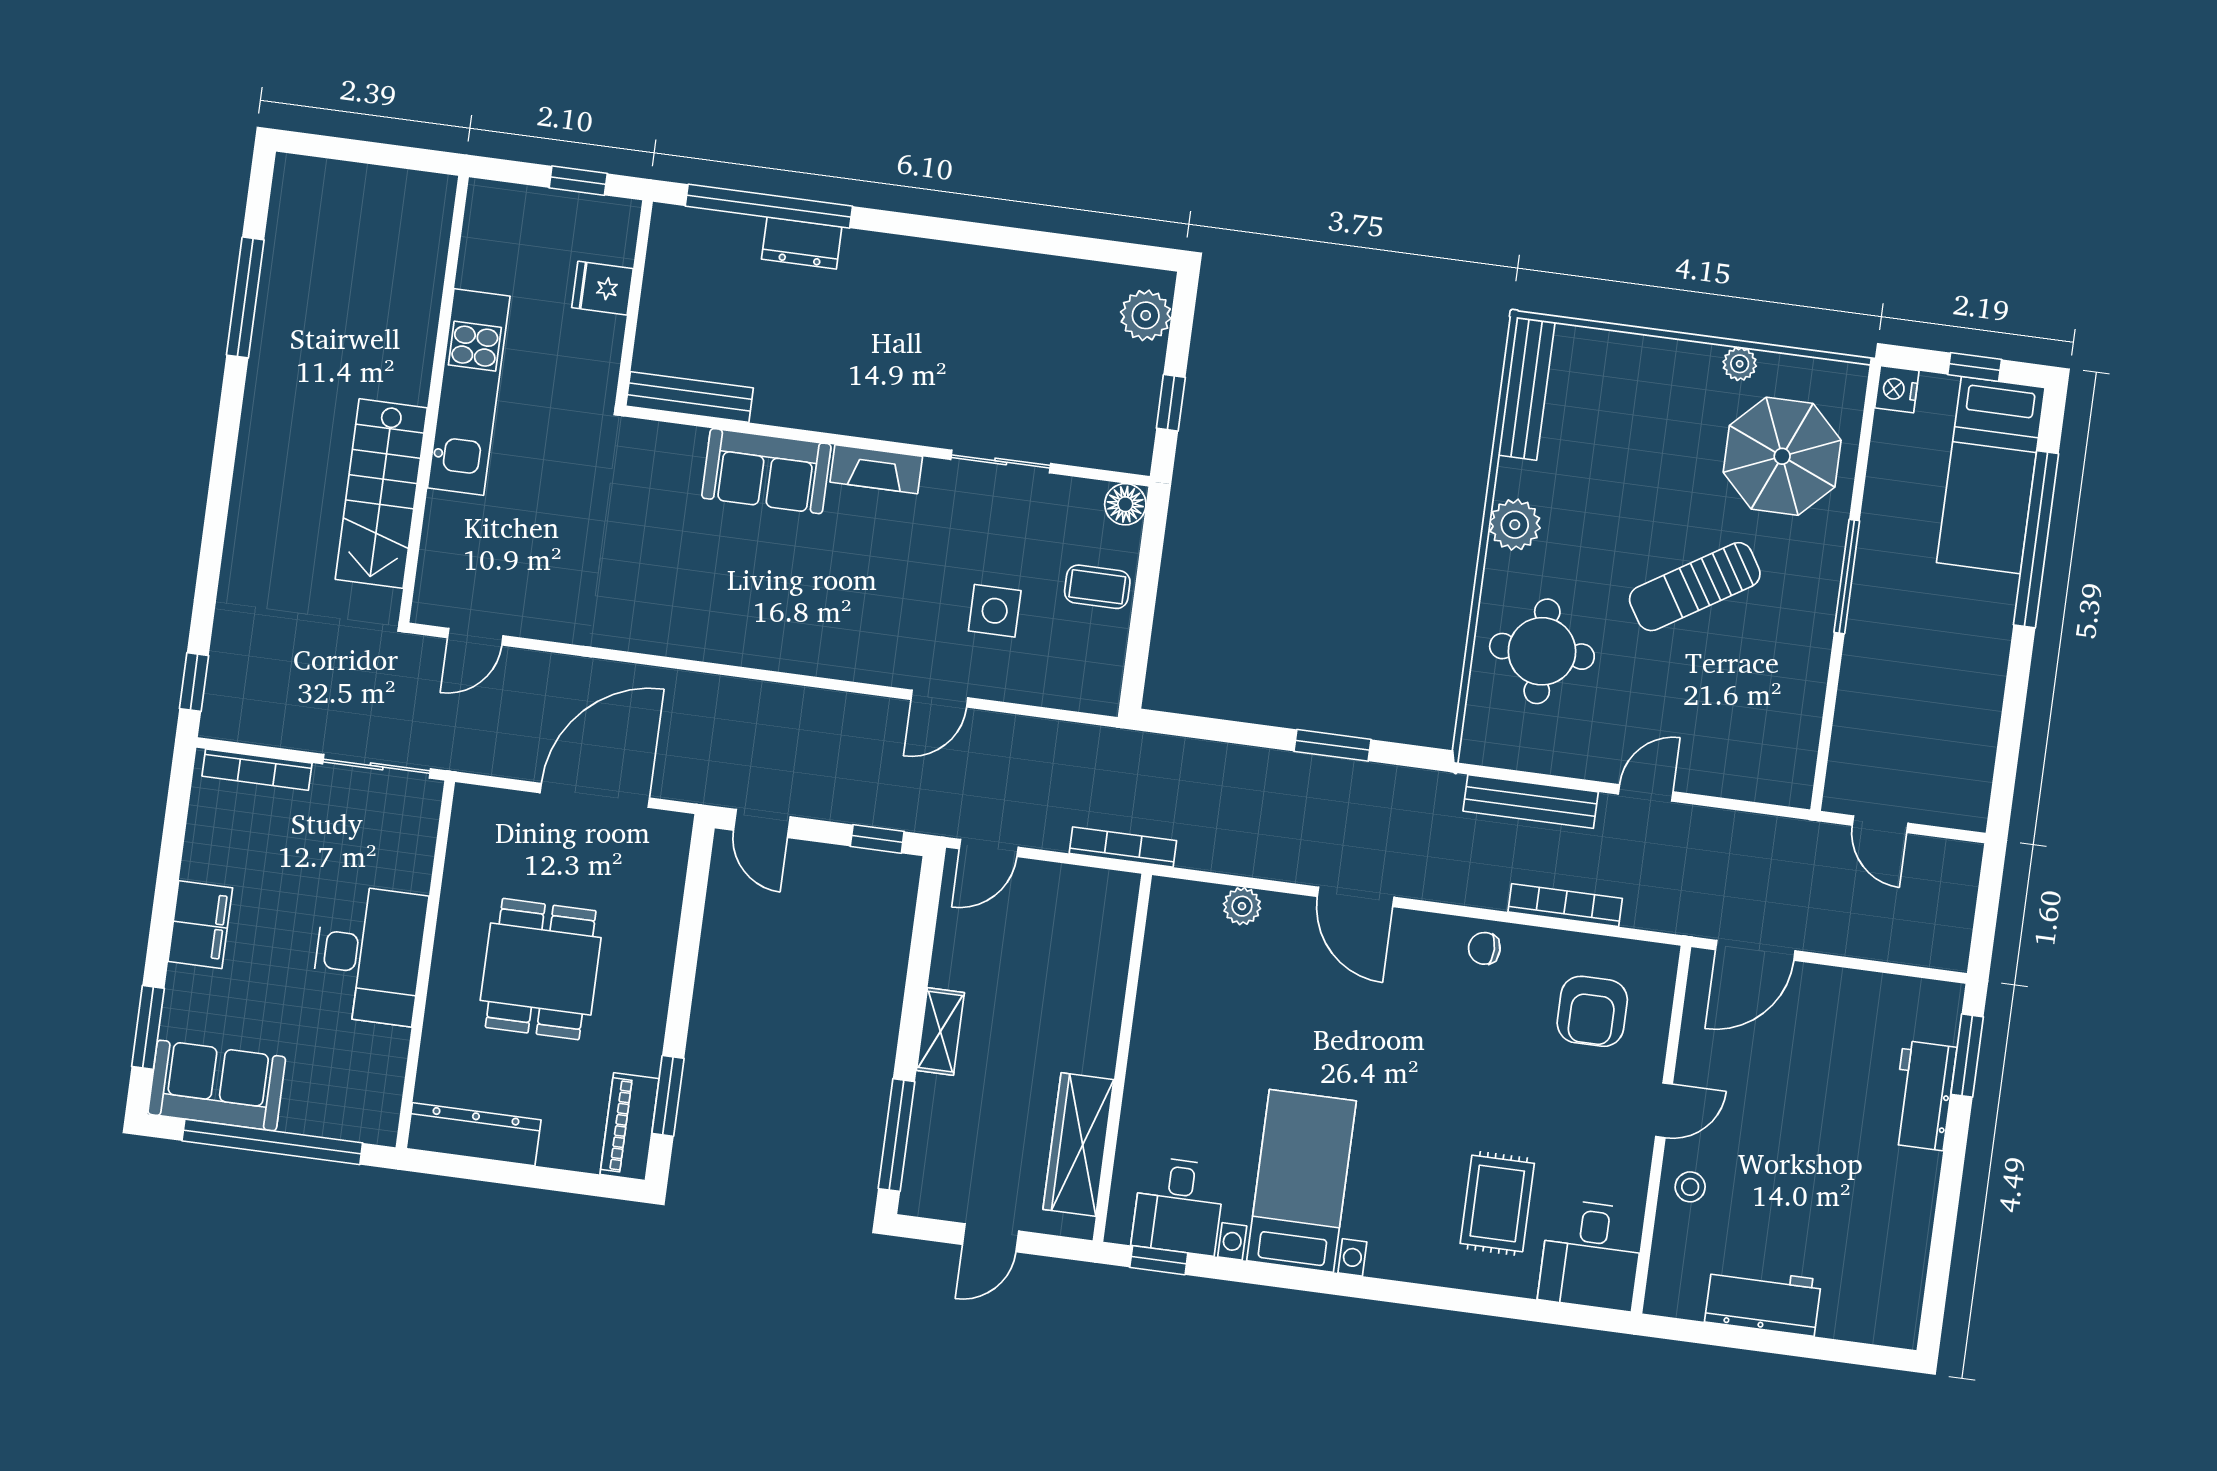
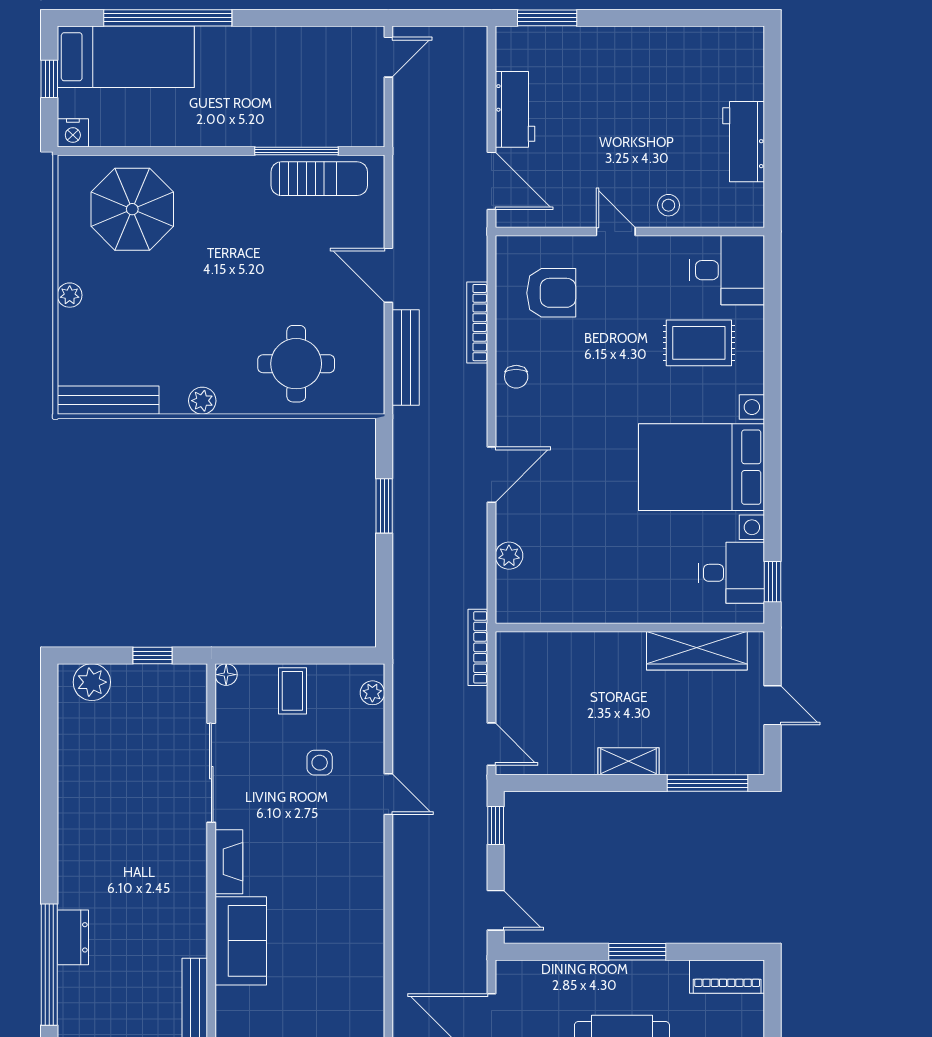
plant: (1740, 364) -> (70, 295), moved
sliding door: (1001, 461) -> (211, 773), width x1.37
floor lamp: (1125, 504) -> (226, 675), width x0.73, depth x0.73
plant: (1515, 525) -> (202, 401), width x0.73, depth x0.73
window: (1847, 577) -> (297, 151), moved
sun lounger: (1695, 587) -> (319, 179), moved, turned -58
side table: (995, 611) -> (320, 763), width x0.73, depth x0.73
plant: (1080, 695) -> (372, 693), added
door: (1646, 793) -> (388, 275), width x1.37
door: (762, 824) -> (496, 910), hinge flipped
door: (1880, 824) -> (388, 57), moved
window: (668, 1096) -> (637, 952), moved
workbench: (1923, 1096) -> (515, 109), moved, turned -90
bed with nightstands: (1301, 1181) -> (702, 467), width x1.36

